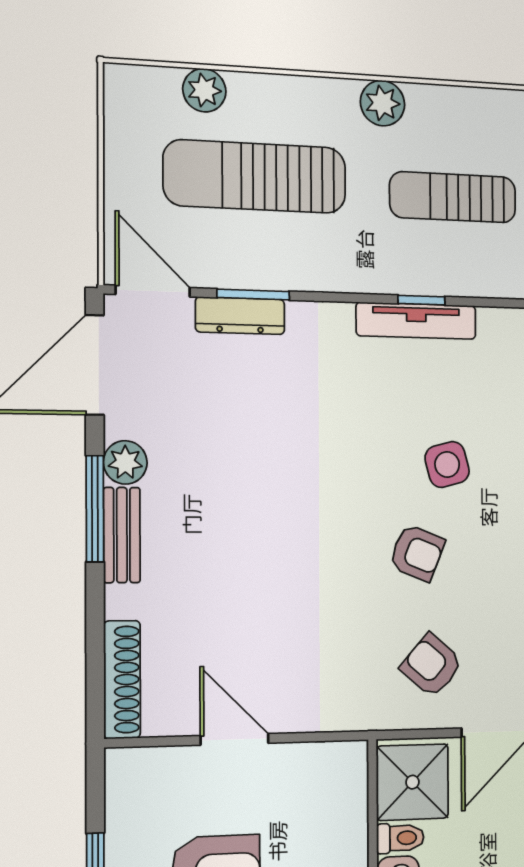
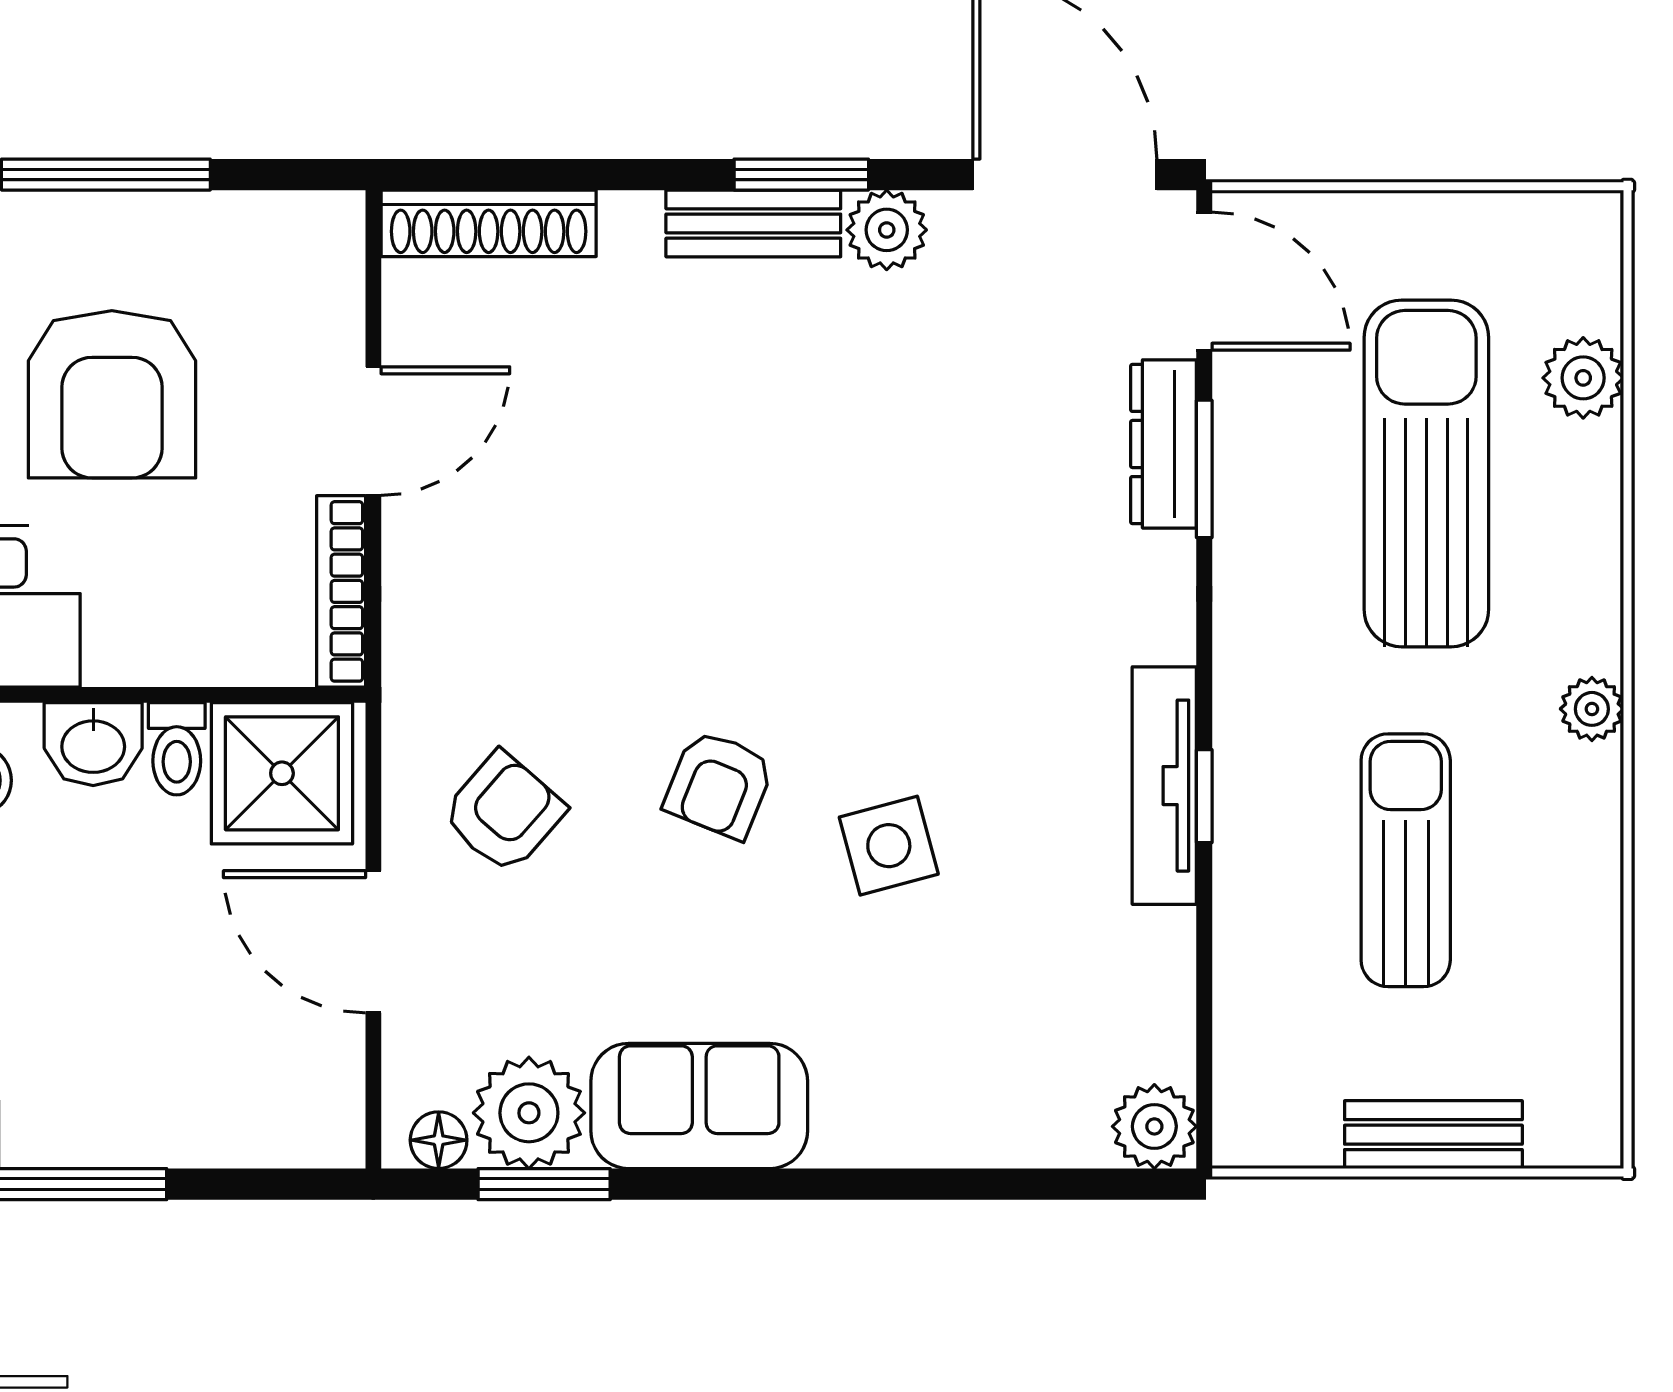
plant: (383, 103) -> (1592, 709), width x0.73, depth x0.73
door: (153, 291) -> (1204, 281), hinge flipped
window: (95, 509) -> (801, 175), width x0.69
bookcase: (319, 754) -> (341, 591), added

